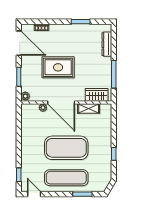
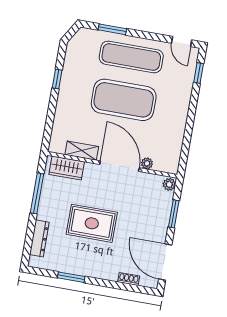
rug: (58, 67) -> (92, 223), moved

